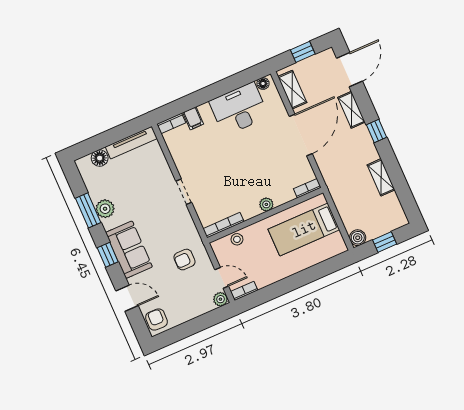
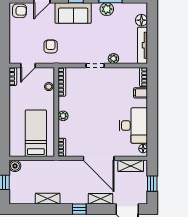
plant: (220, 299) -> (113, 59), moved

